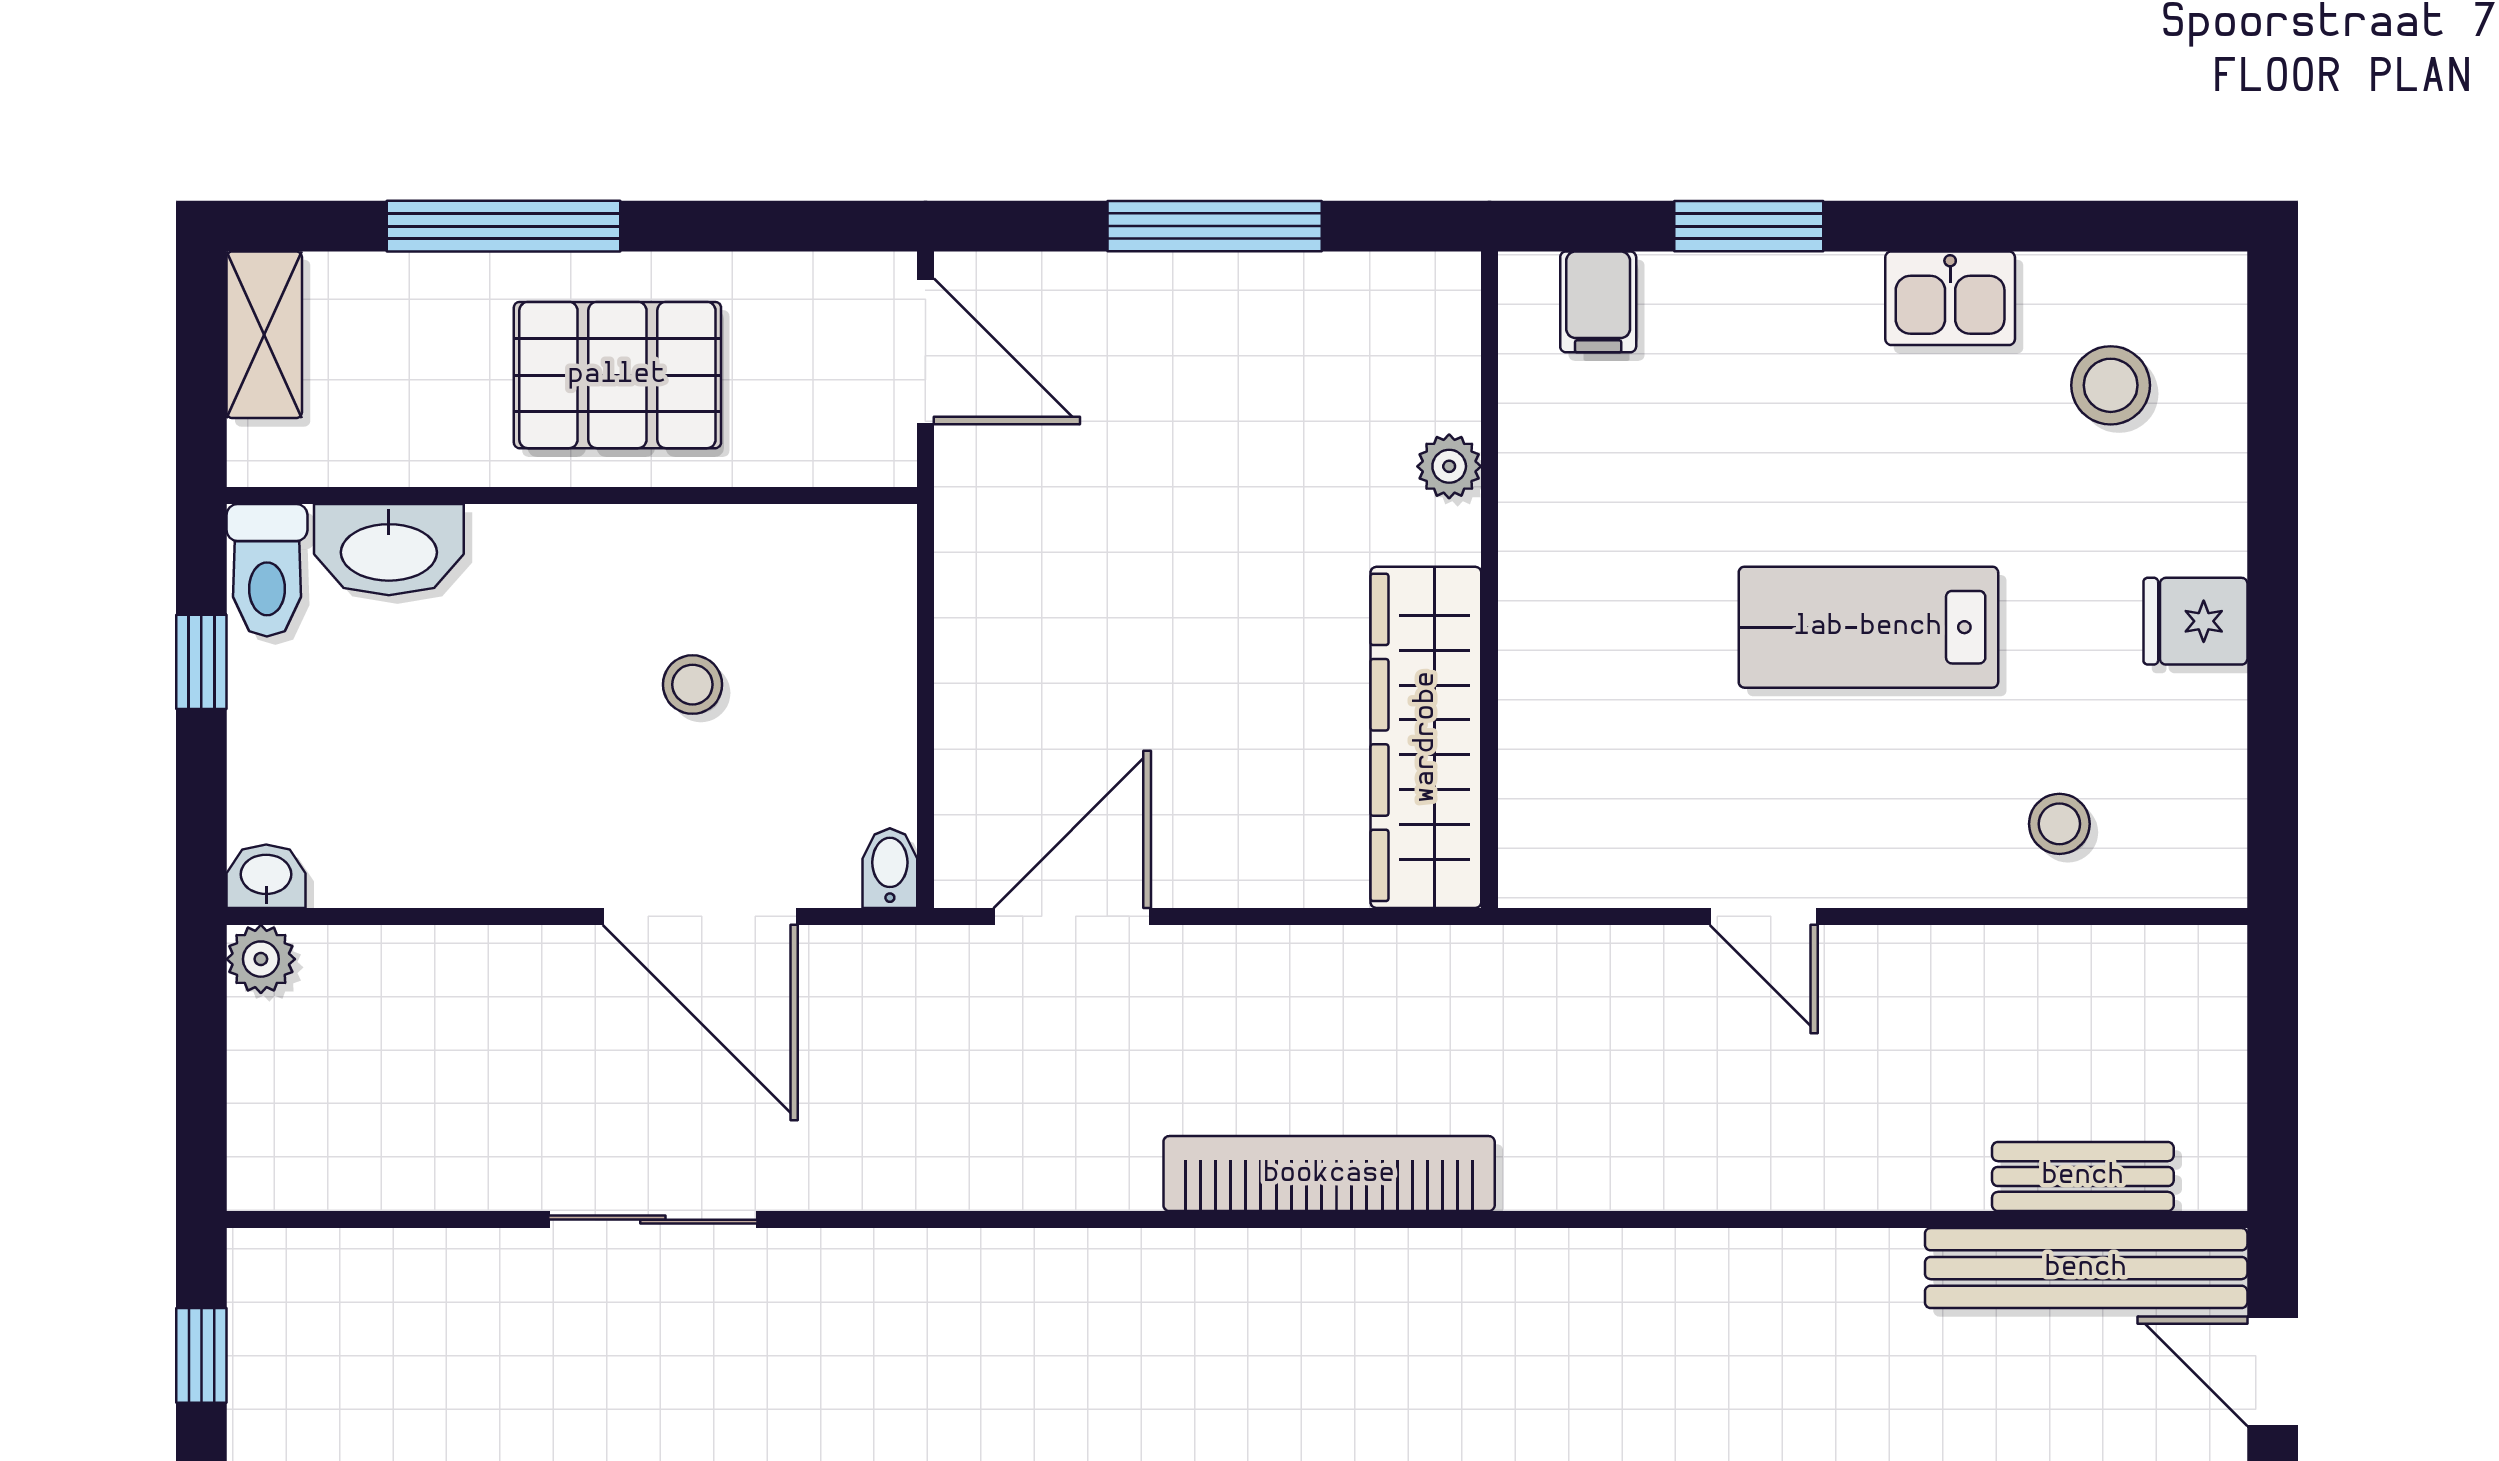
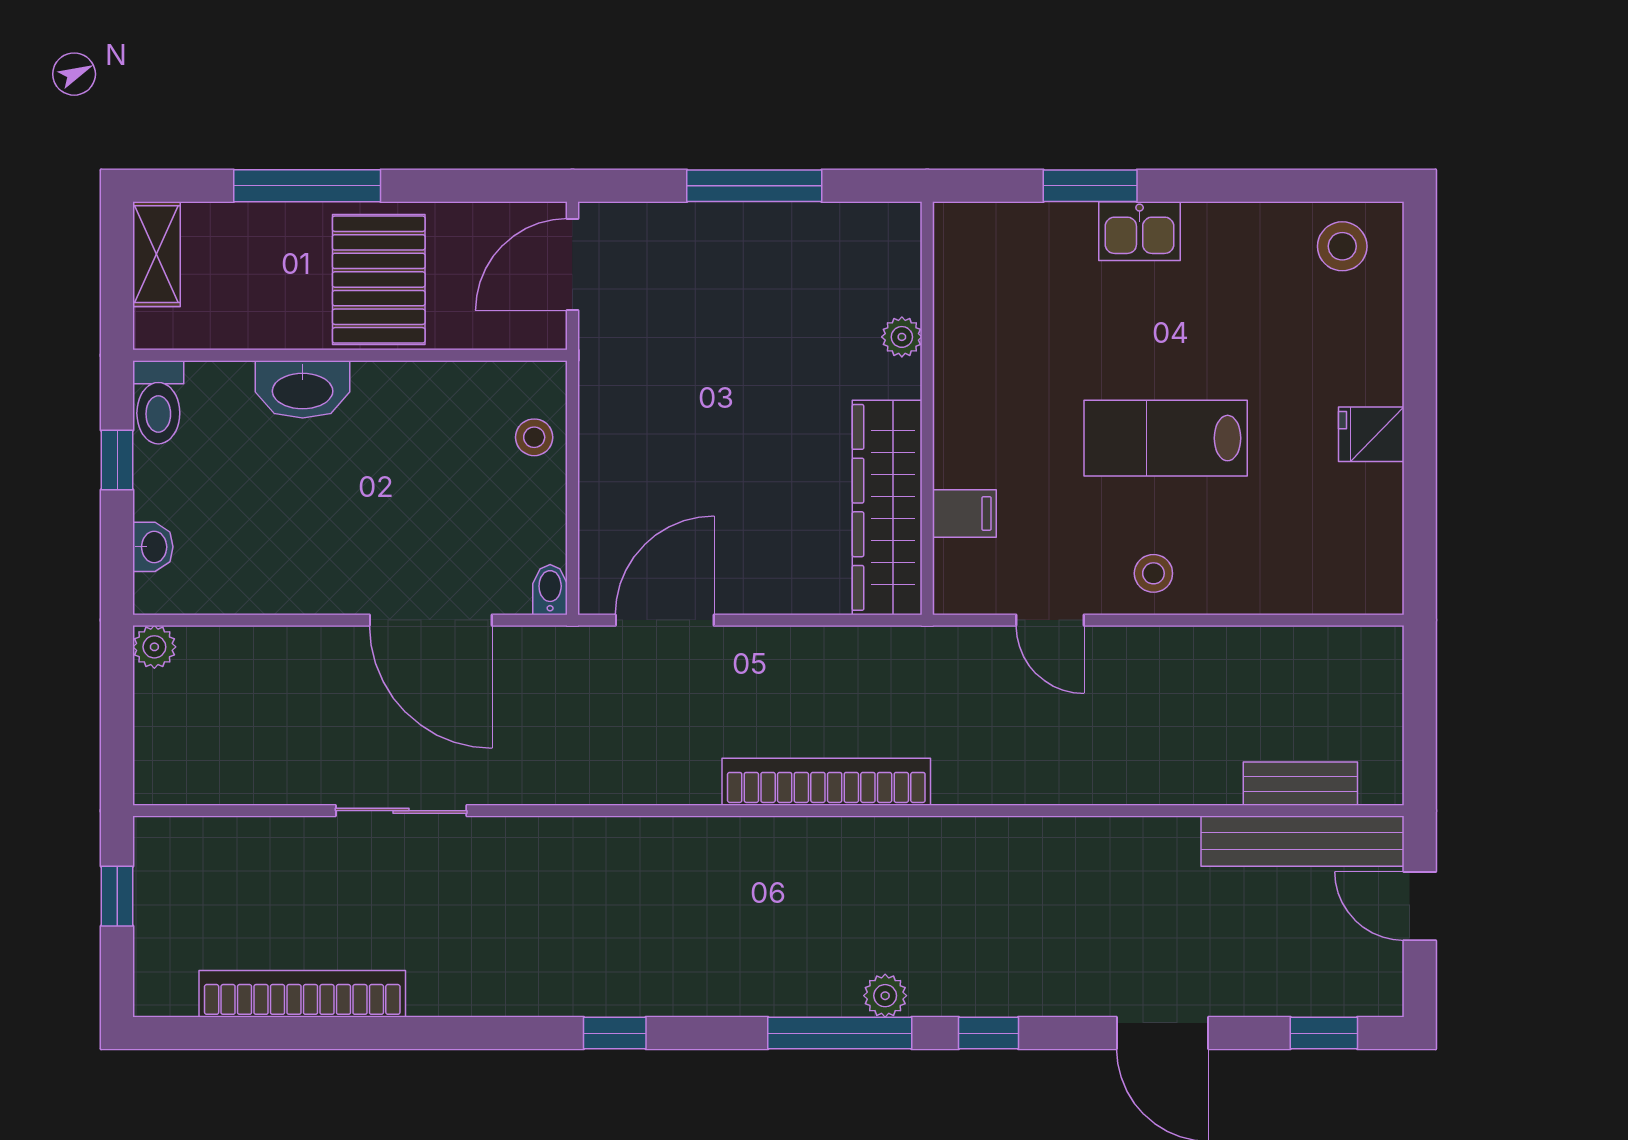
kitchen sink: (1950, 298) -> (1140, 231), moved
filing cabinet: (1598, 302) -> (964, 513), moved, turned -90
door: (925, 351) -> (572, 265), swing flipped
pallet: (617, 375) -> (379, 280), turned 90
stool: (2111, 385) -> (1342, 246), moved
washbasin: (389, 550) -> (303, 389), moved
stool: (692, 685) -> (534, 437), moved
stool: (2059, 824) -> (1153, 573), moved
washbasin: (266, 876) -> (153, 547), moved, turned 90
door: (1764, 916) -> (1050, 620), moved

